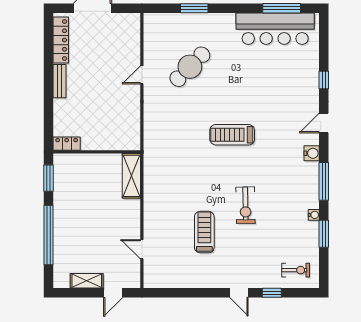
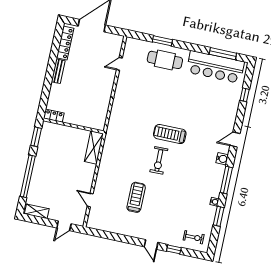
cafe table: (190, 67) -> (165, 60), moved, turned 45
door: (142, 75) -> (119, 64), moved
window: (324, 80) -> (245, 95), moved
exercise bike: (245, 205) -> (159, 160), moved
shelving: (87, 281) -> (37, 211), moved

